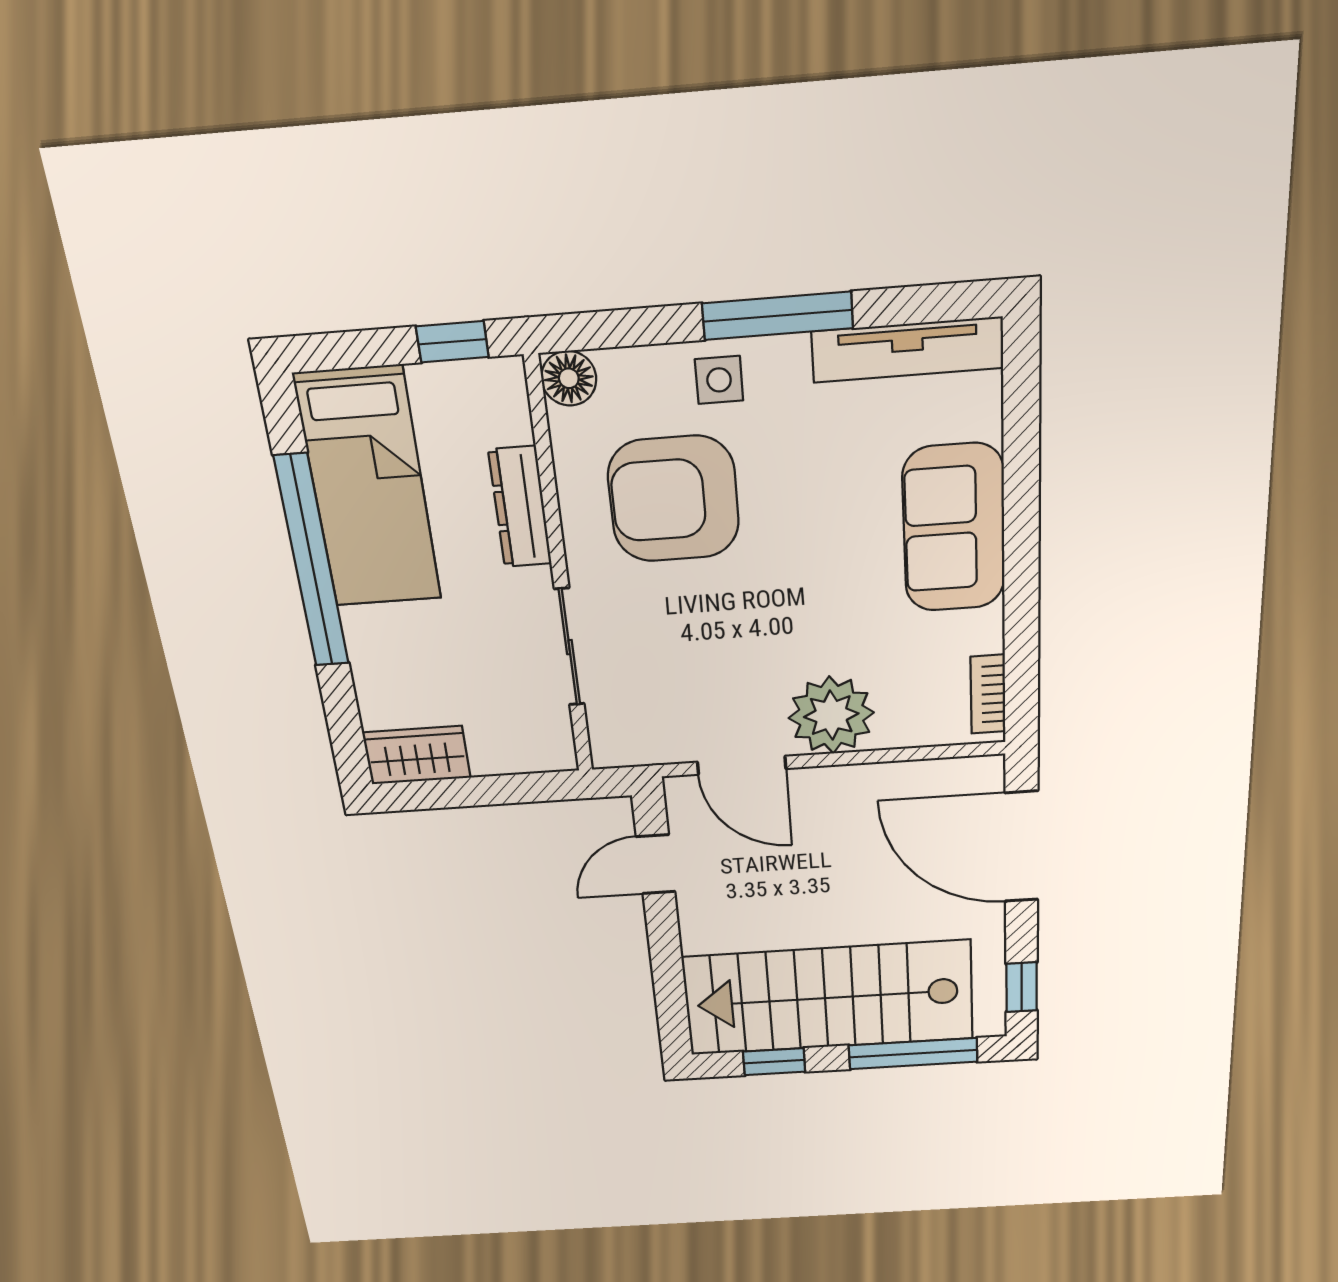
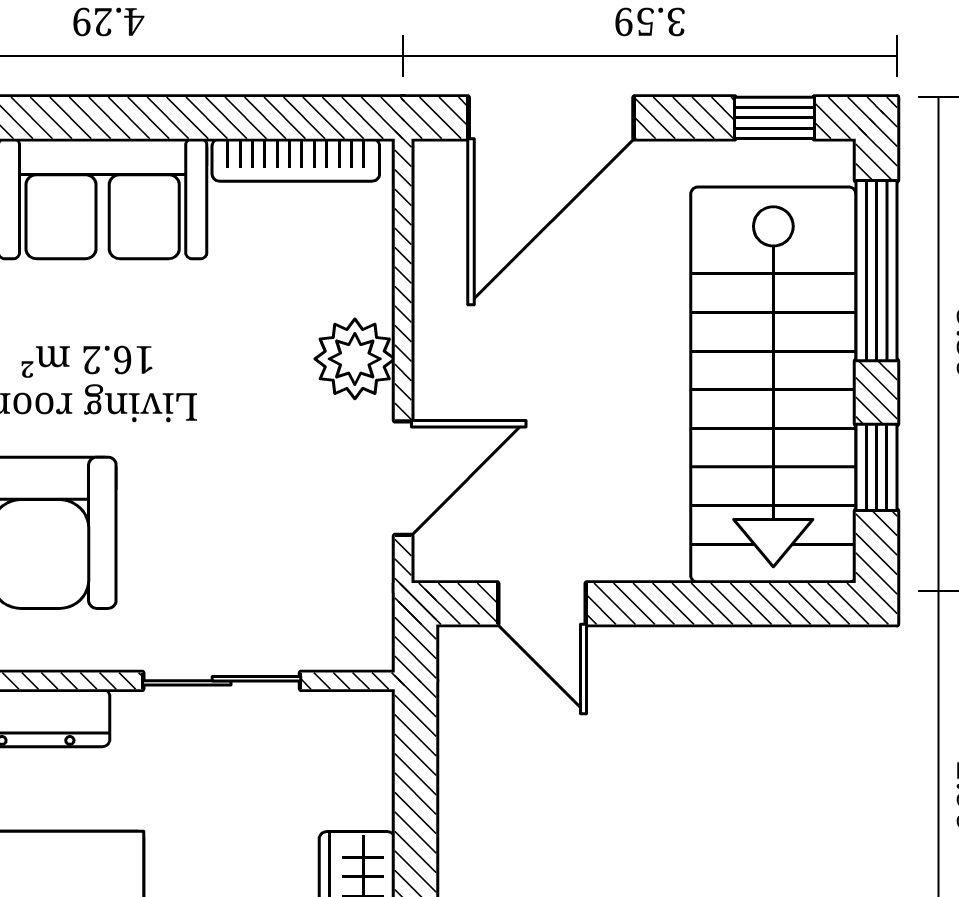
bookcase: (988, 694) -> (296, 160), width x1.56
plant: (831, 715) -> (355, 359), width x0.73, depth x0.73

